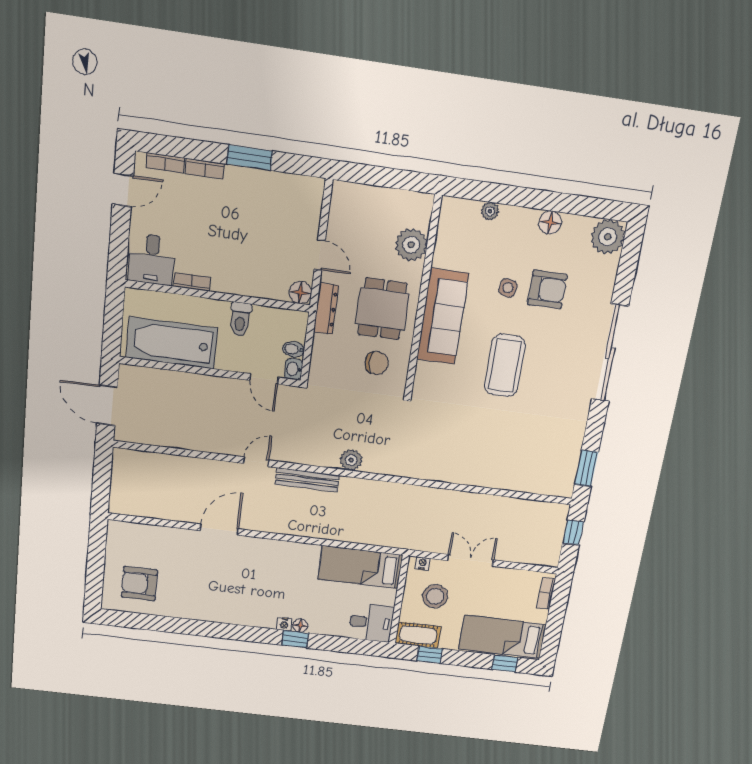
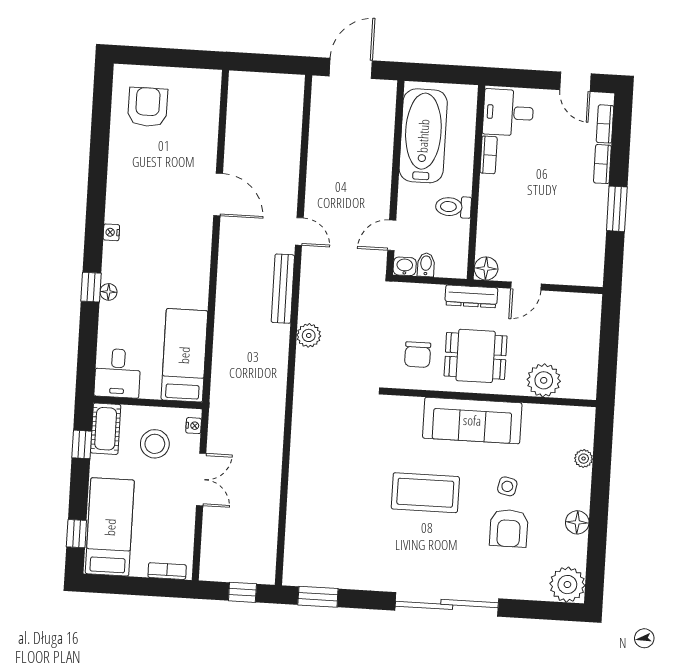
nightstand: (284, 624) -> (111, 232), moved

